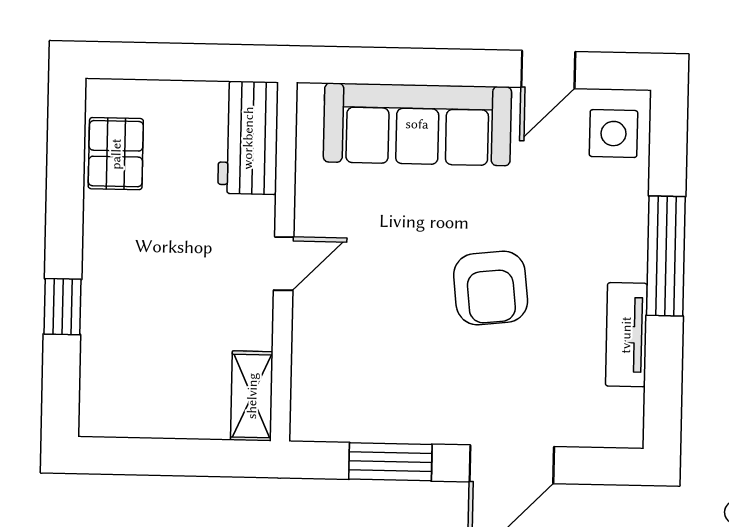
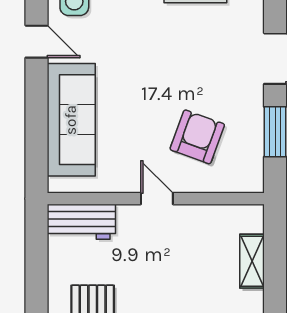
armchair: (491, 288) -> (197, 137), moved, turned -64
shelving: (252, 396) -> (252, 261), moved, turned 90

